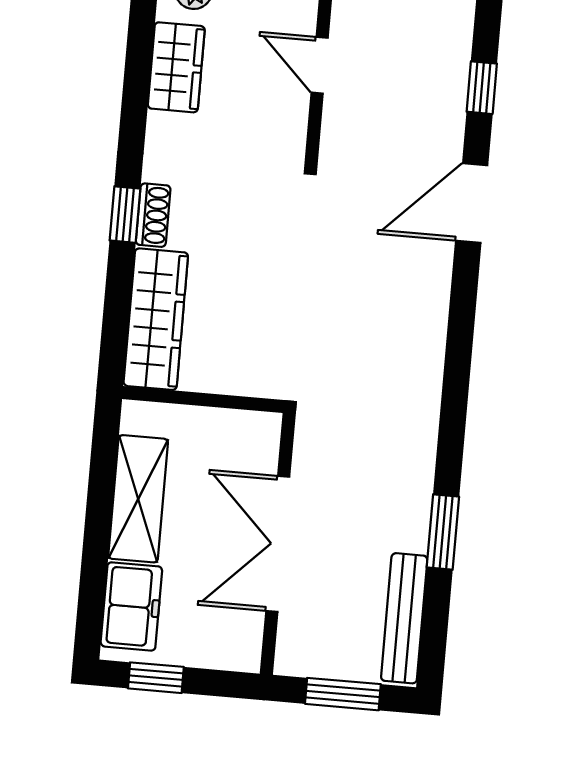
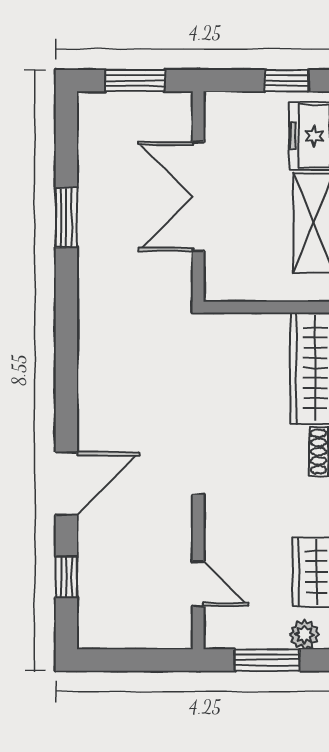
double door: (278, 544) -> (198, 197), swing flipped
bench: (404, 618) -> (91, 146), removed

